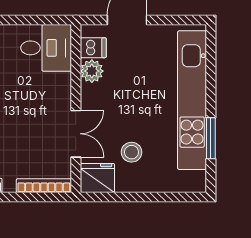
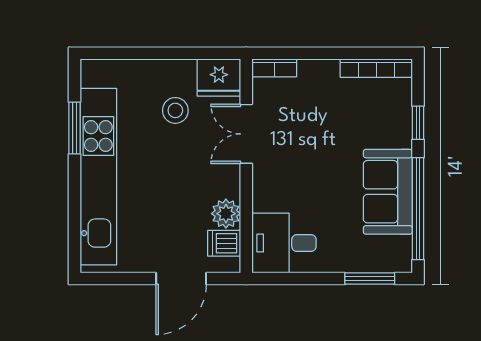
bookcase: (44, 186) -> (274, 68), width x0.64

